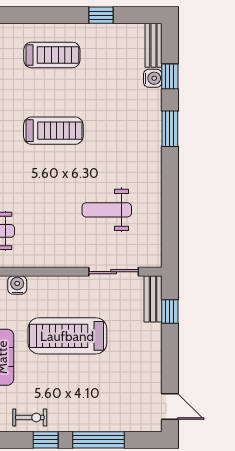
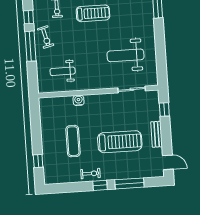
weight bench: (107, 210) -> (126, 55), width x1.36, depth x1.33
bench: (153, 299) -> (157, 134), moved
treadmill: (67, 336) -> (120, 142), moved, turned 180

